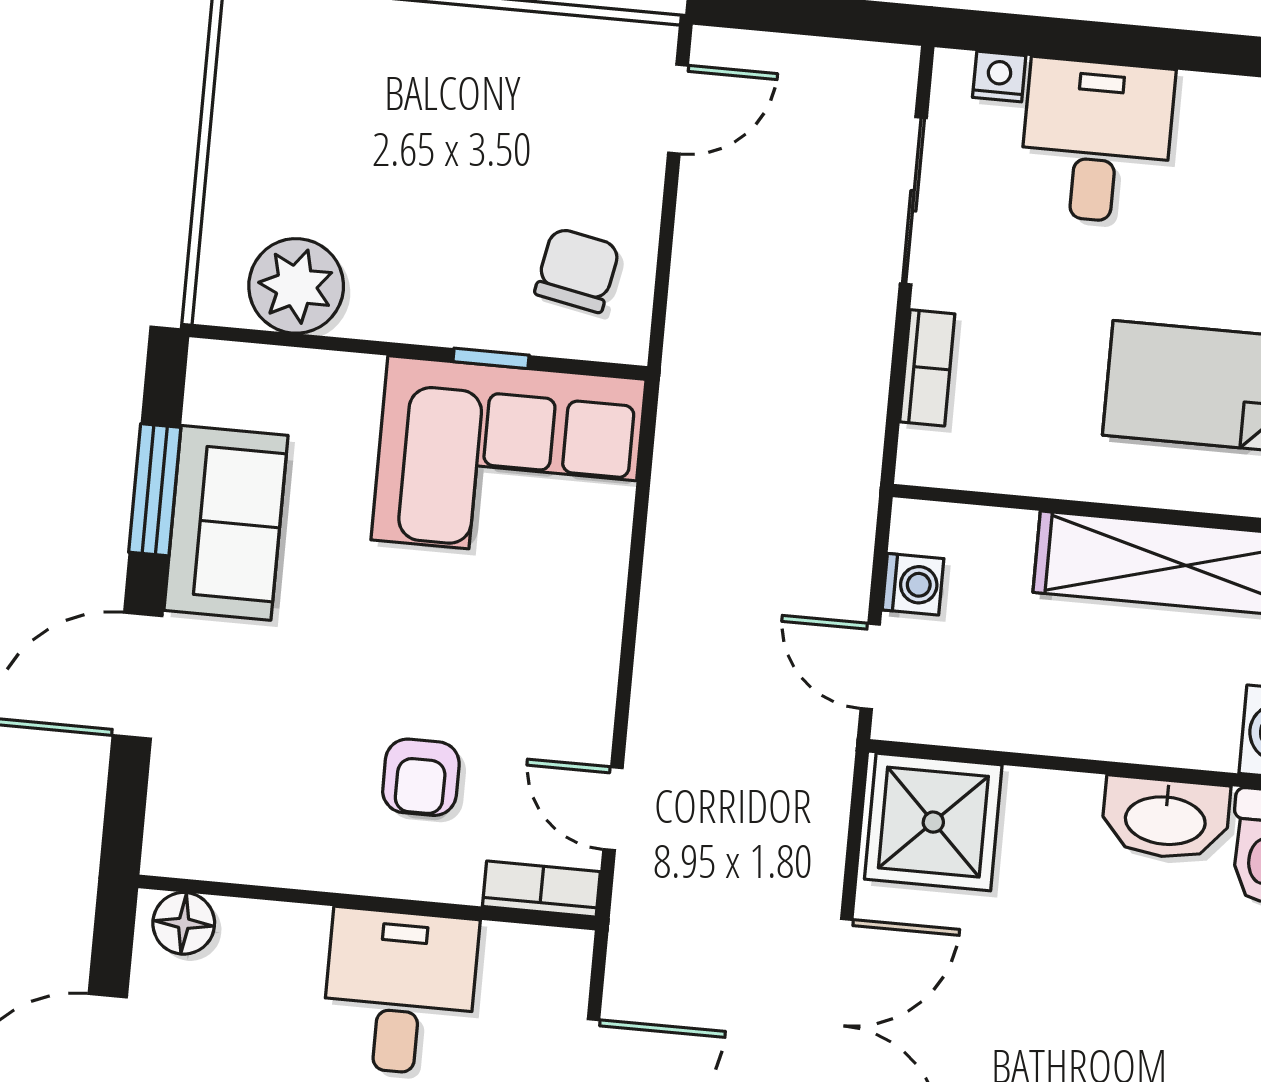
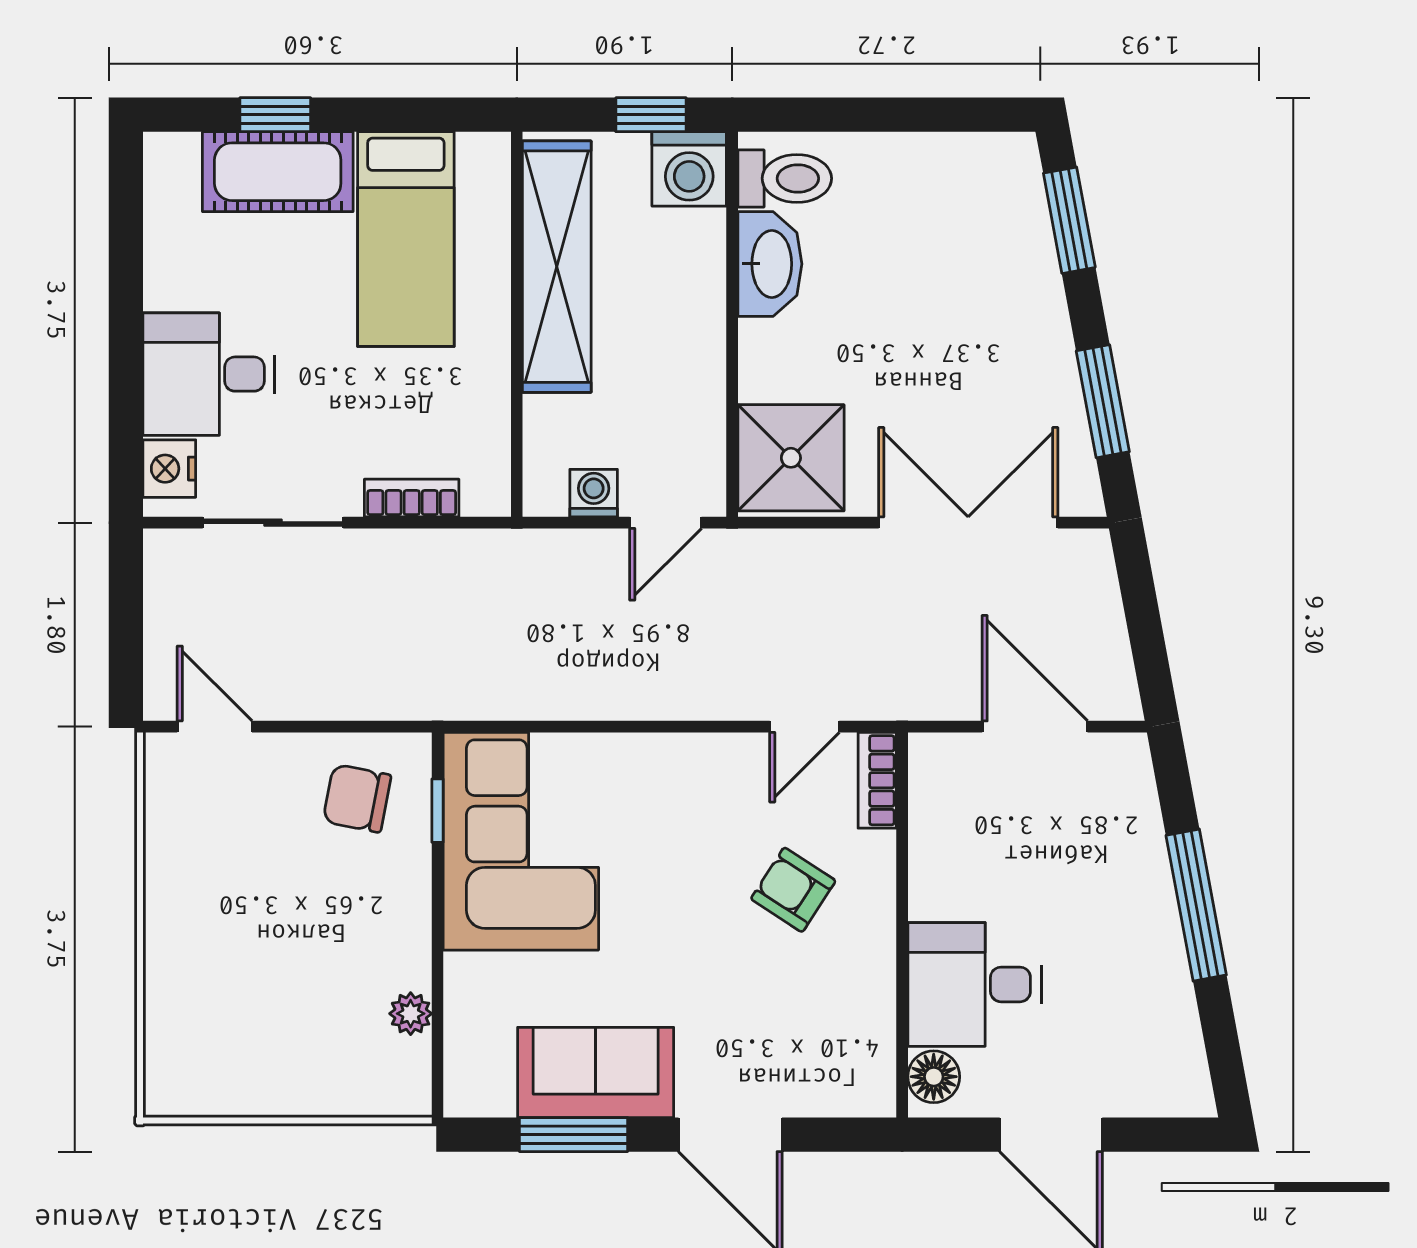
nightstand: (999, 76) -> (169, 469), width x1.39, depth x1.35
plant: (296, 286) -> (411, 1014), width x0.53, depth x0.53
window: (491, 358) -> (437, 811), moved
armchair: (421, 777) -> (793, 890), turned -147
desk: (400, 992) -> (974, 984), moved

